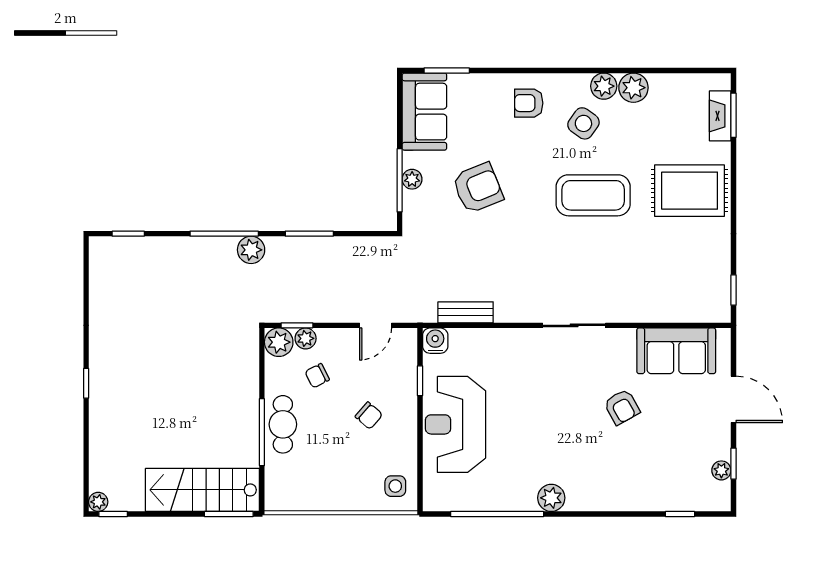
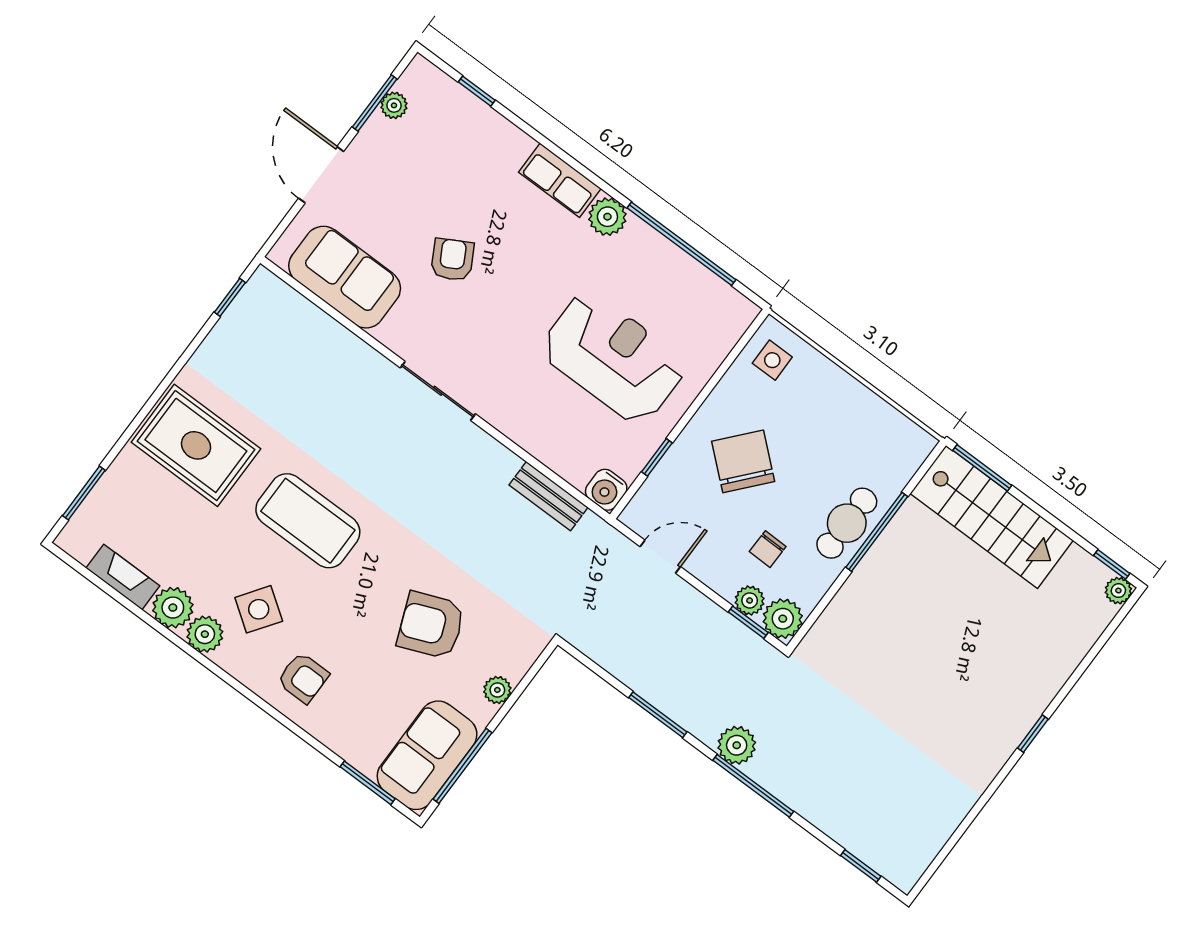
fireplace: (720, 116) -> (123, 577), moved, turned -90
window: (400, 180) -> (462, 766), moved
chair: (317, 376) -> (768, 549), turned 118
chair: (369, 416) -> (743, 461), width x1.87, depth x1.87
reception desk: (456, 424) -> (613, 358), moved, turned -90
window: (733, 464) -> (375, 103), width x1.50
row of seats: (594, 498) -> (560, 180), added

